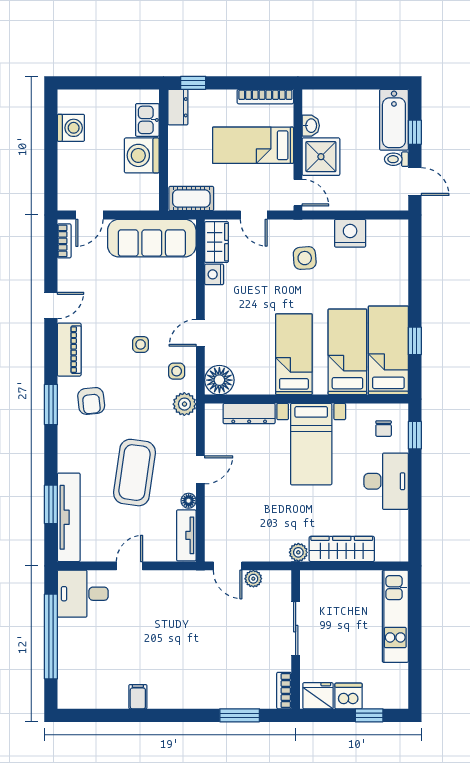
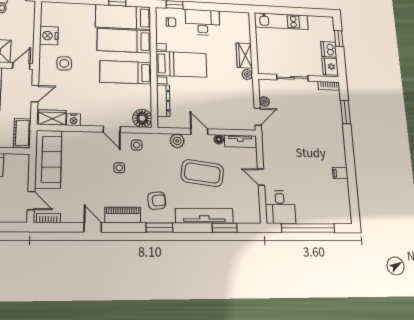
plant: (184, 404) -> (177, 141), moved
tv unit: (69, 517) -> (204, 216), moved
wardrobe: (342, 549) -> (244, 56), width x0.67

